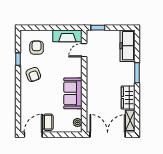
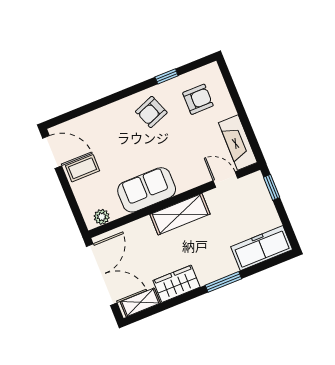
shelving: (93, 81) -> (180, 214), added

